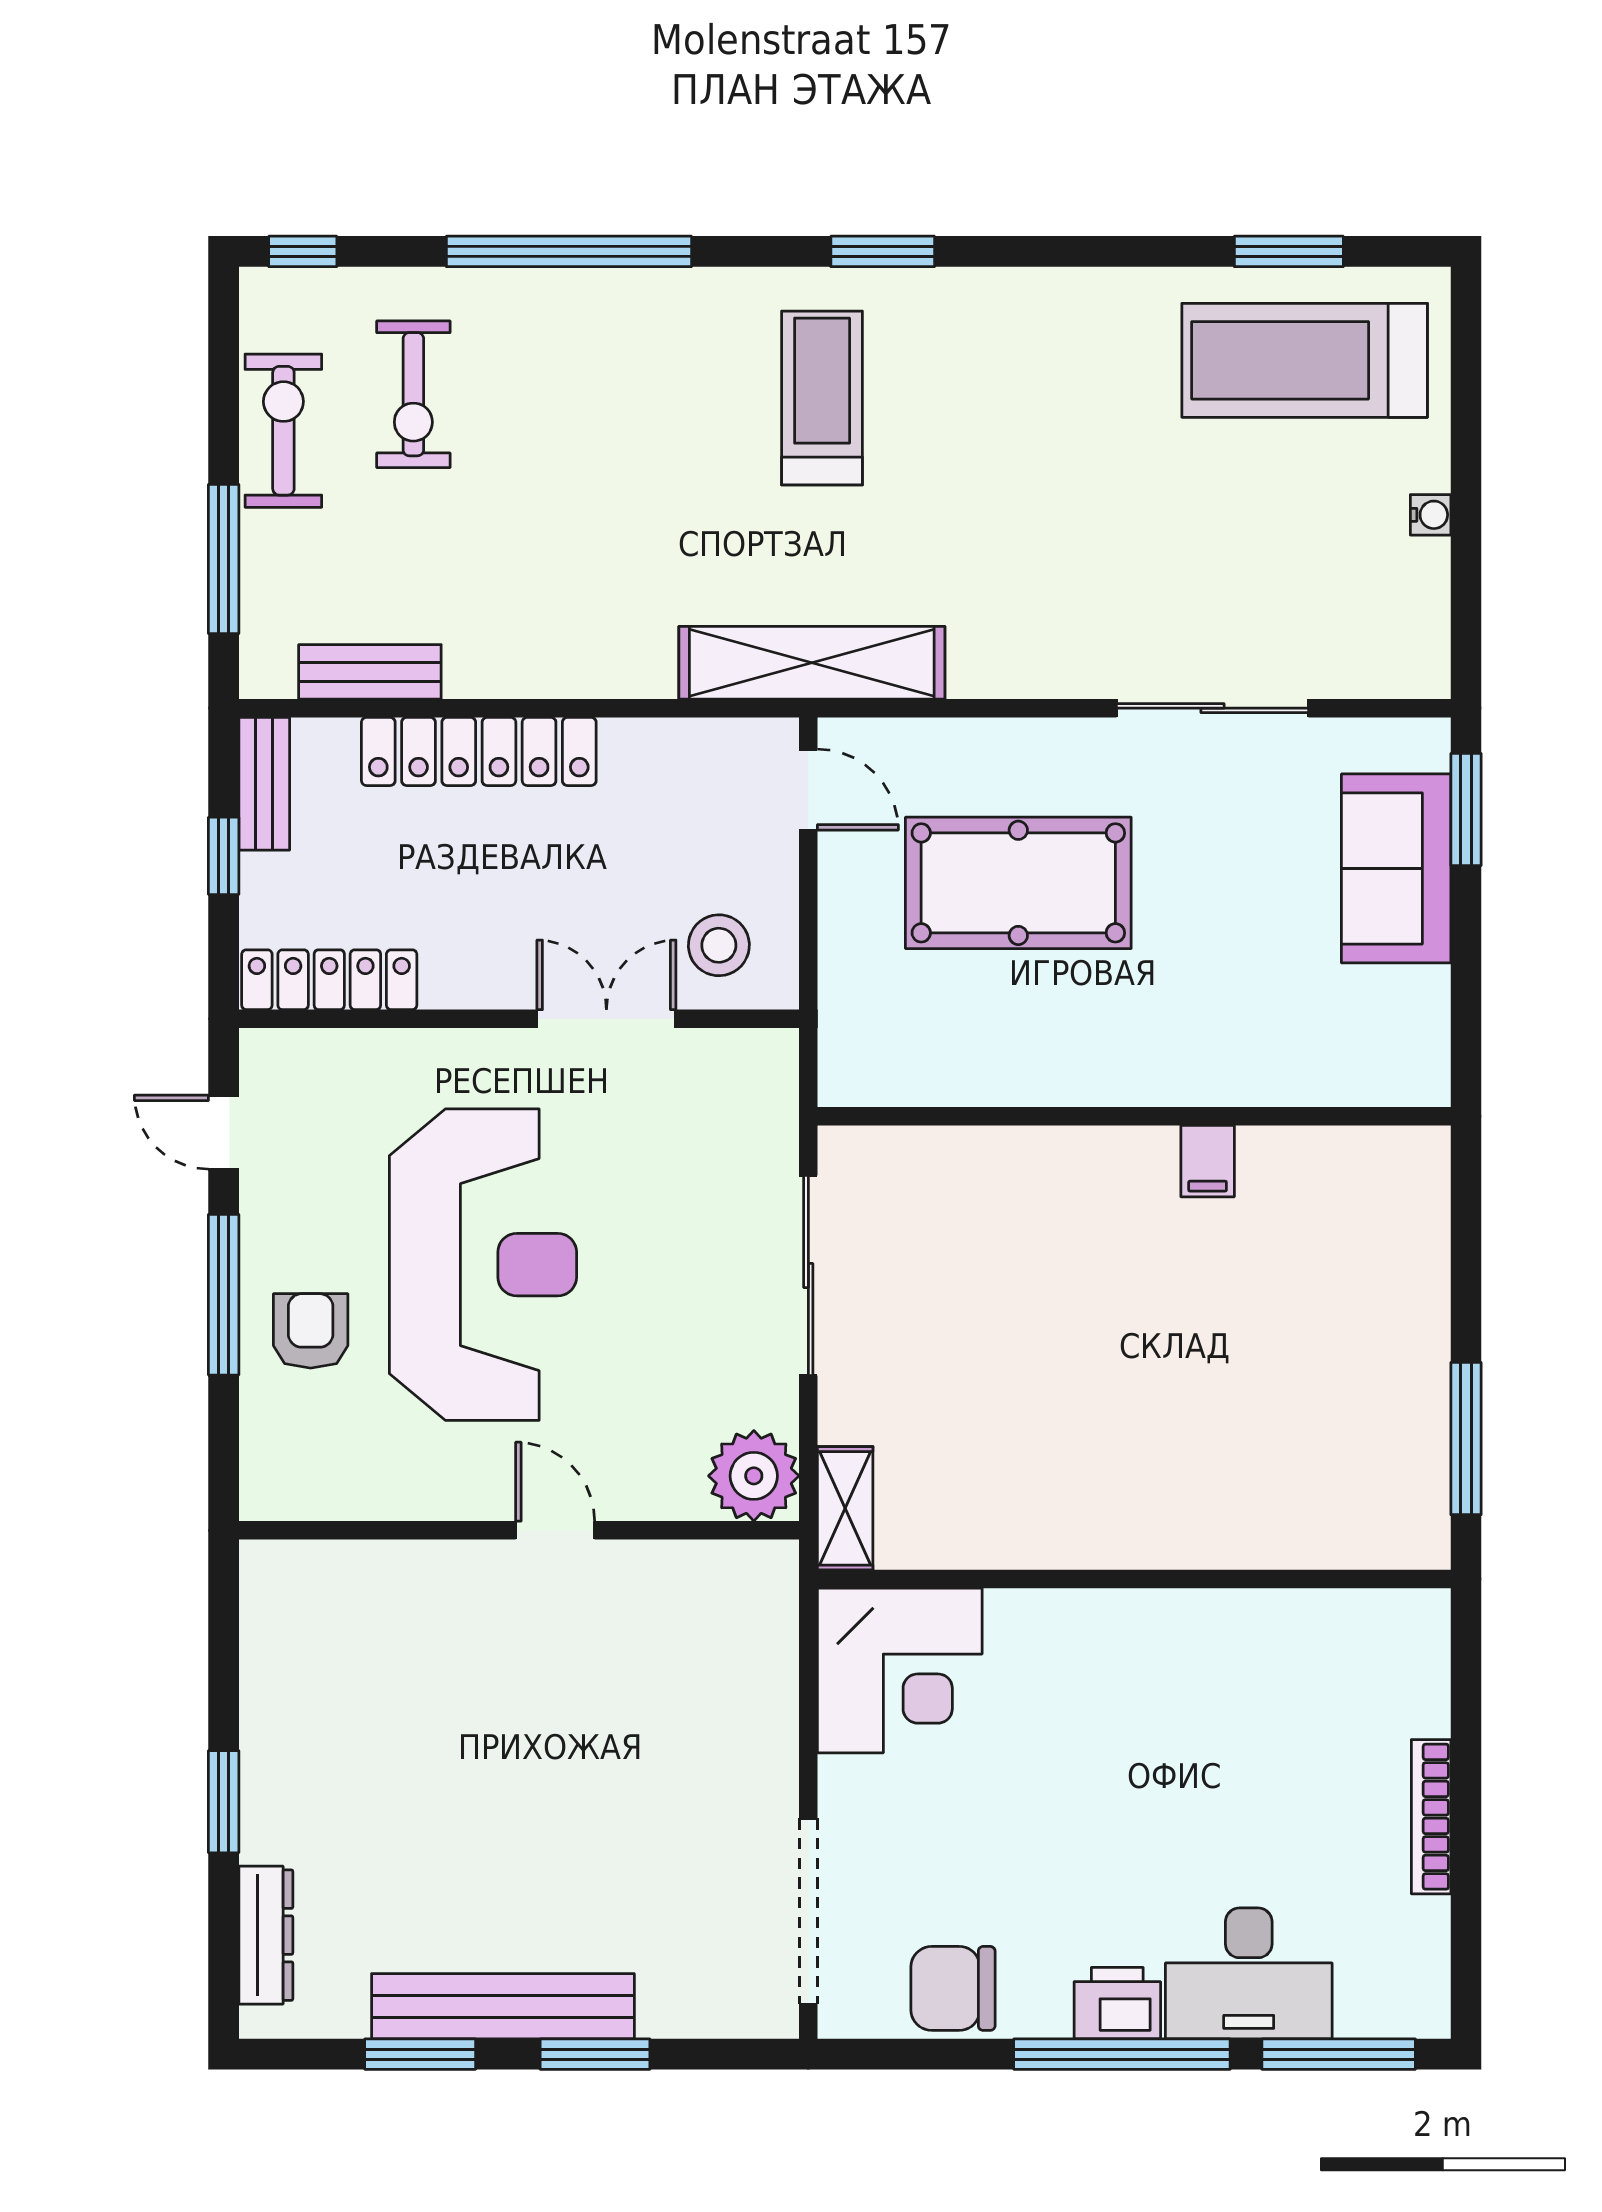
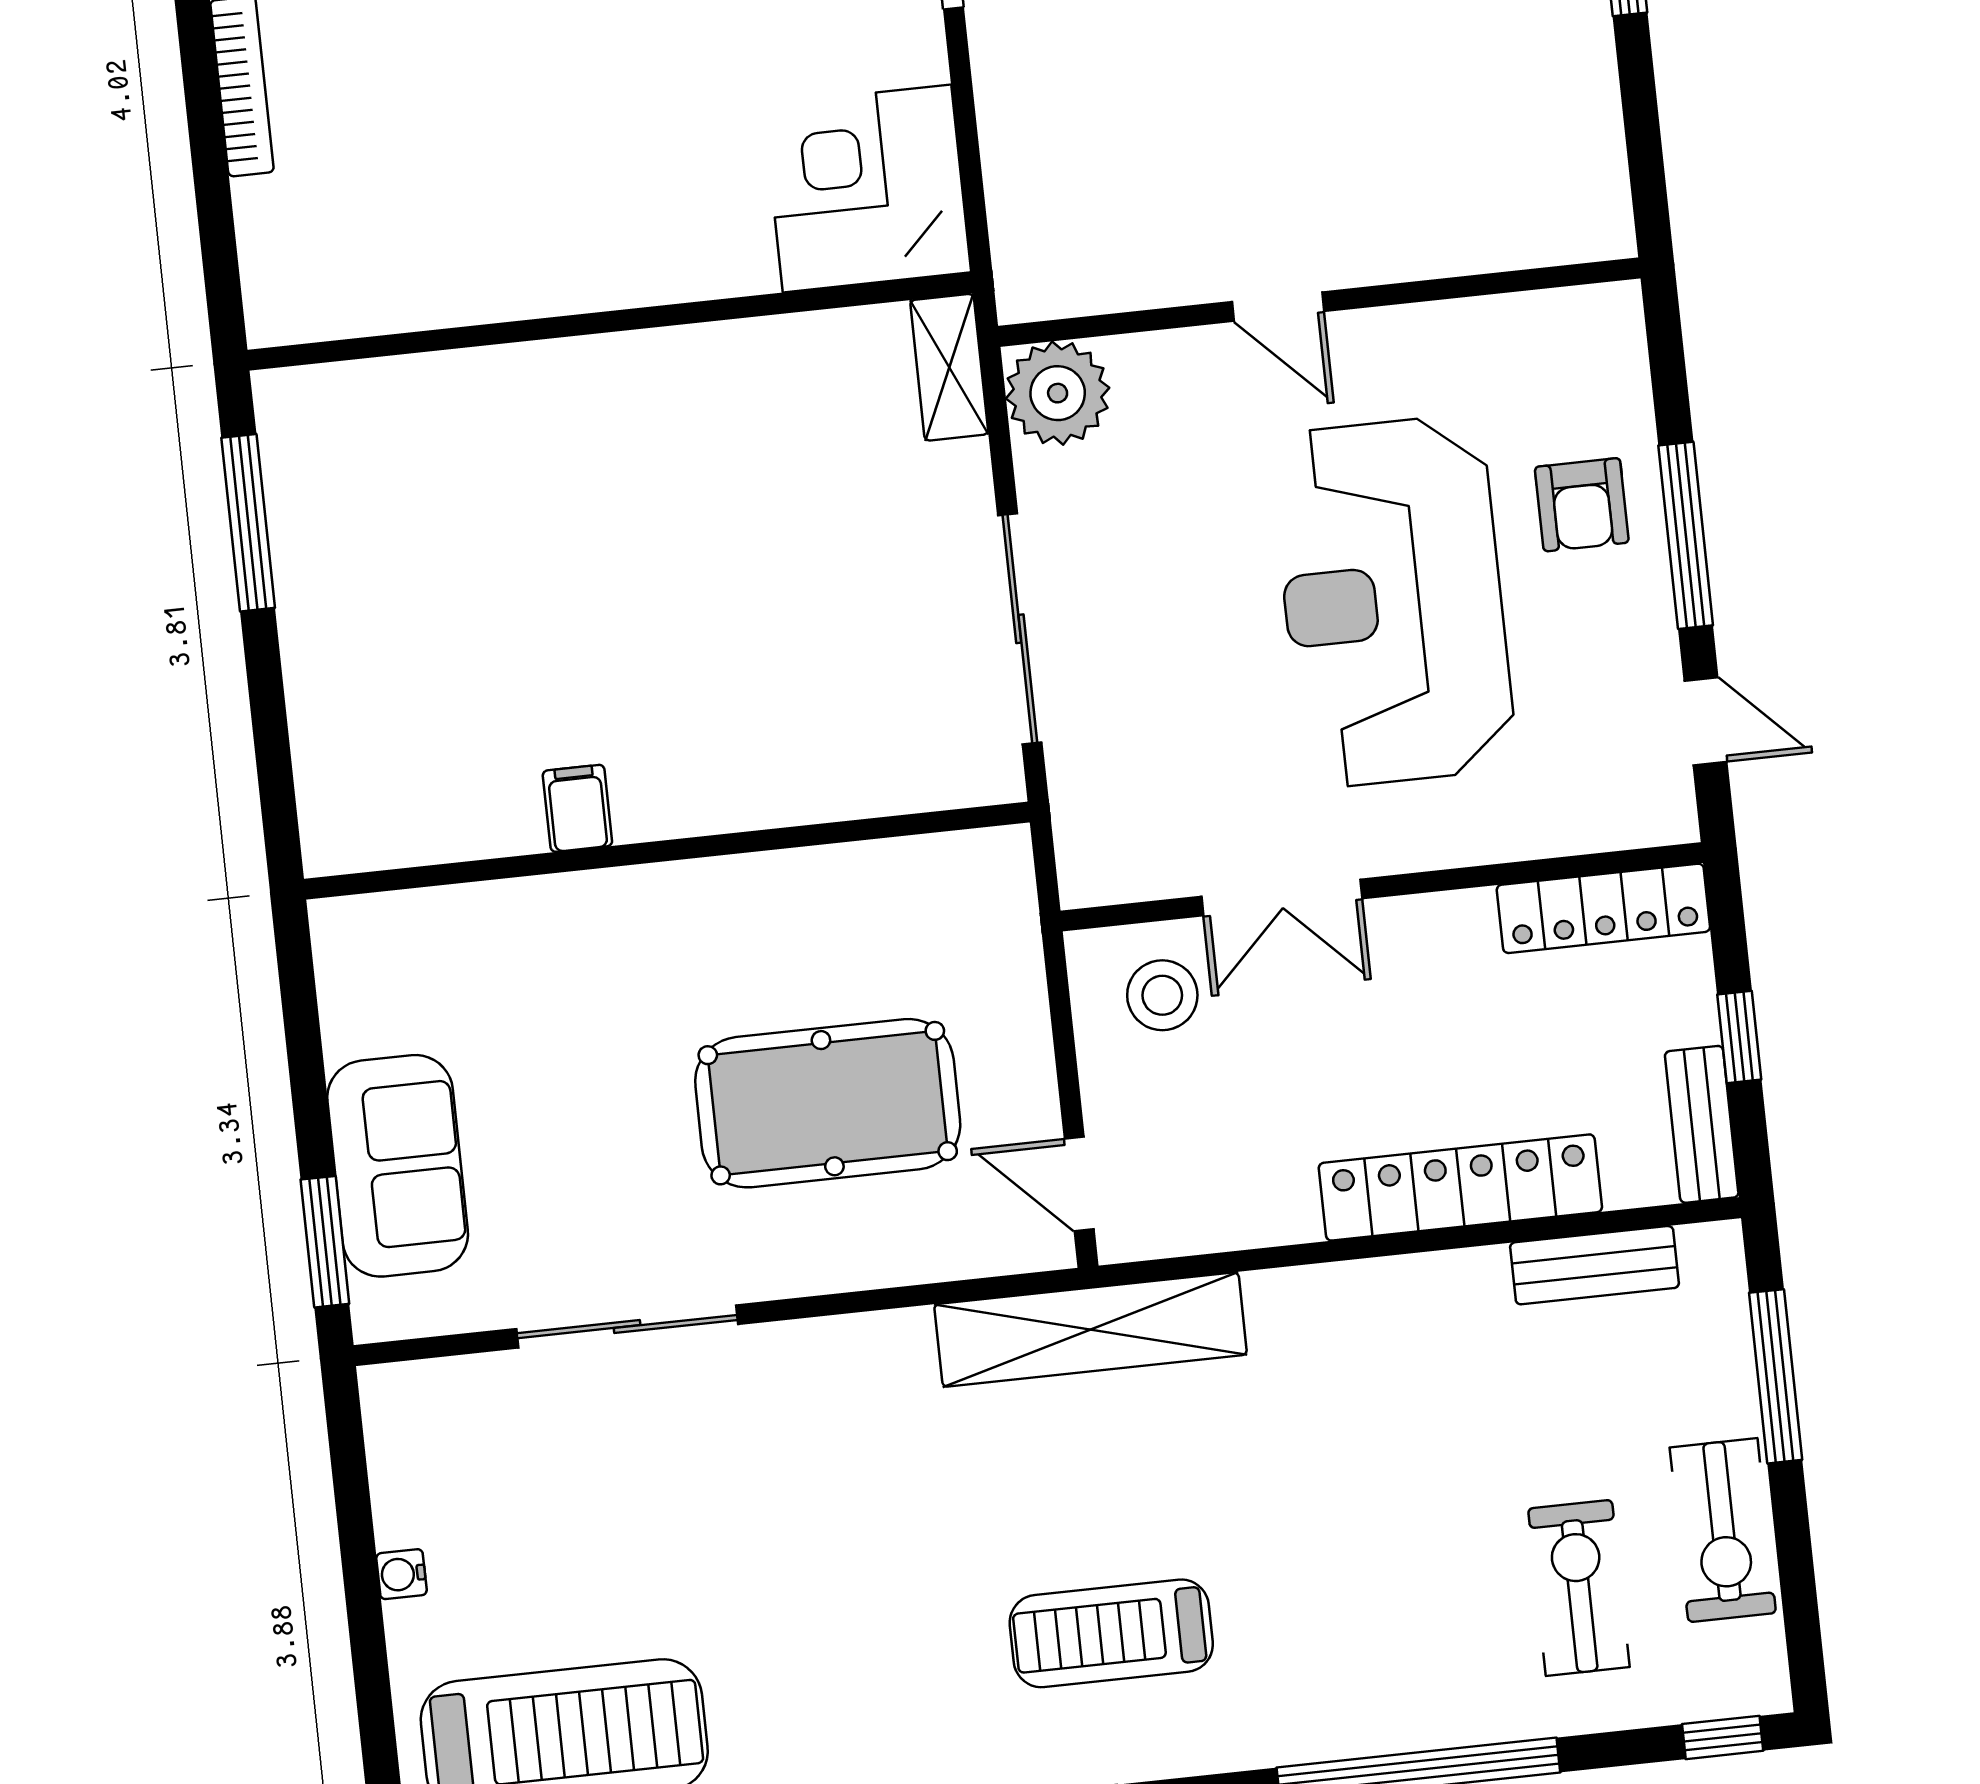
treadmill: (822, 398) -> (1111, 1633), turned 90

